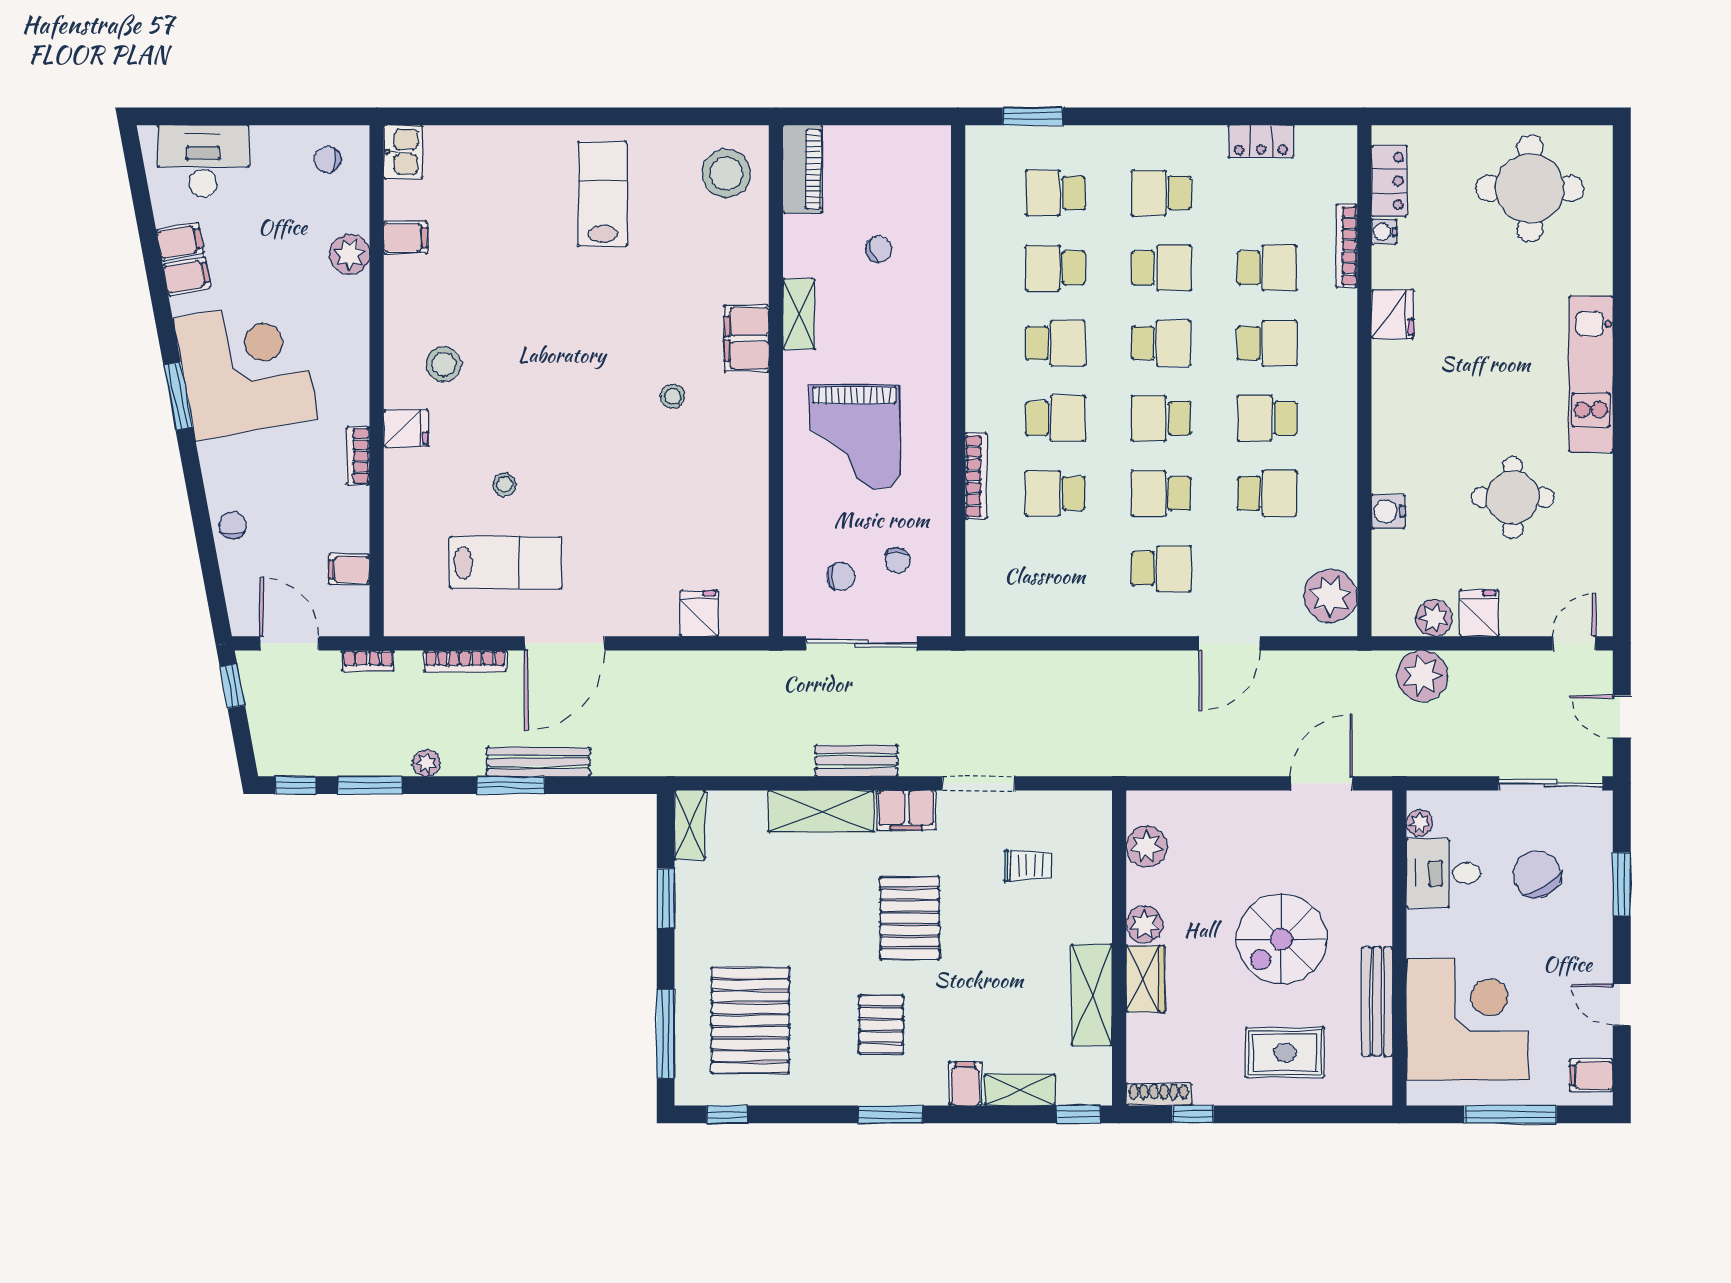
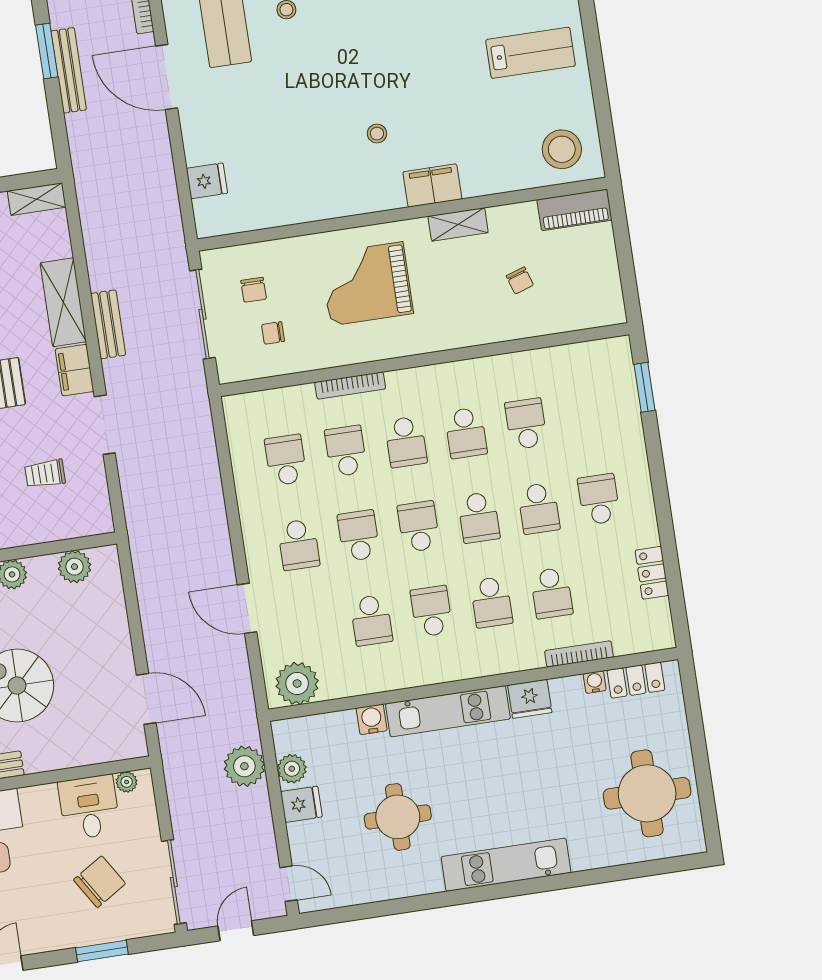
school desk: (1055, 193) -> (286, 460), moved
kitchen unit: (1393, 417) -> (448, 711), added
trolley: (1027, 866) -> (45, 474), turned 90

